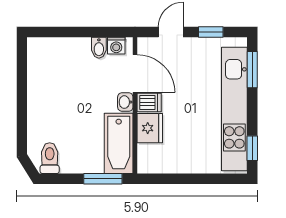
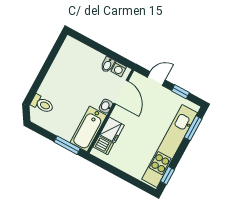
dishwasher: (149, 102) -> (103, 145), moved
toilet: (50, 158) -> (42, 104), moved, turned 90

